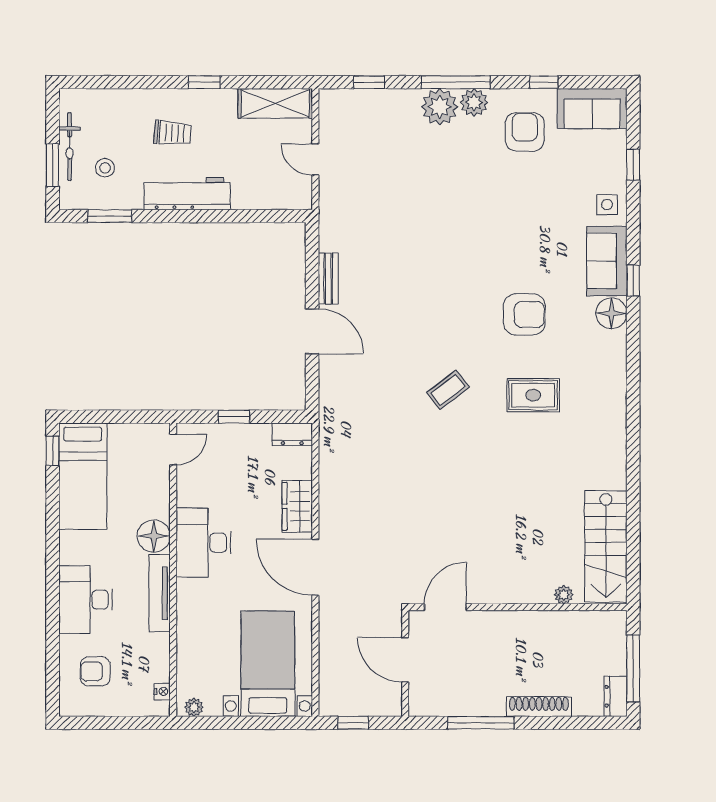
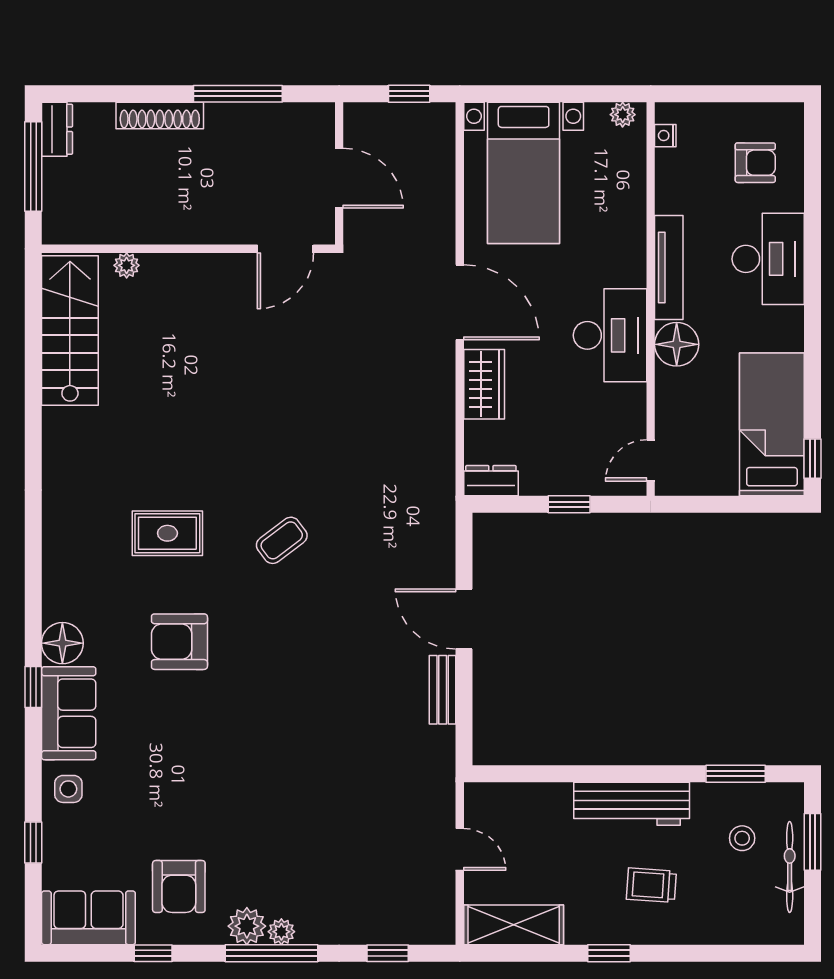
plant: (440, 107) -> (281, 932), width x0.53, depth x0.53

